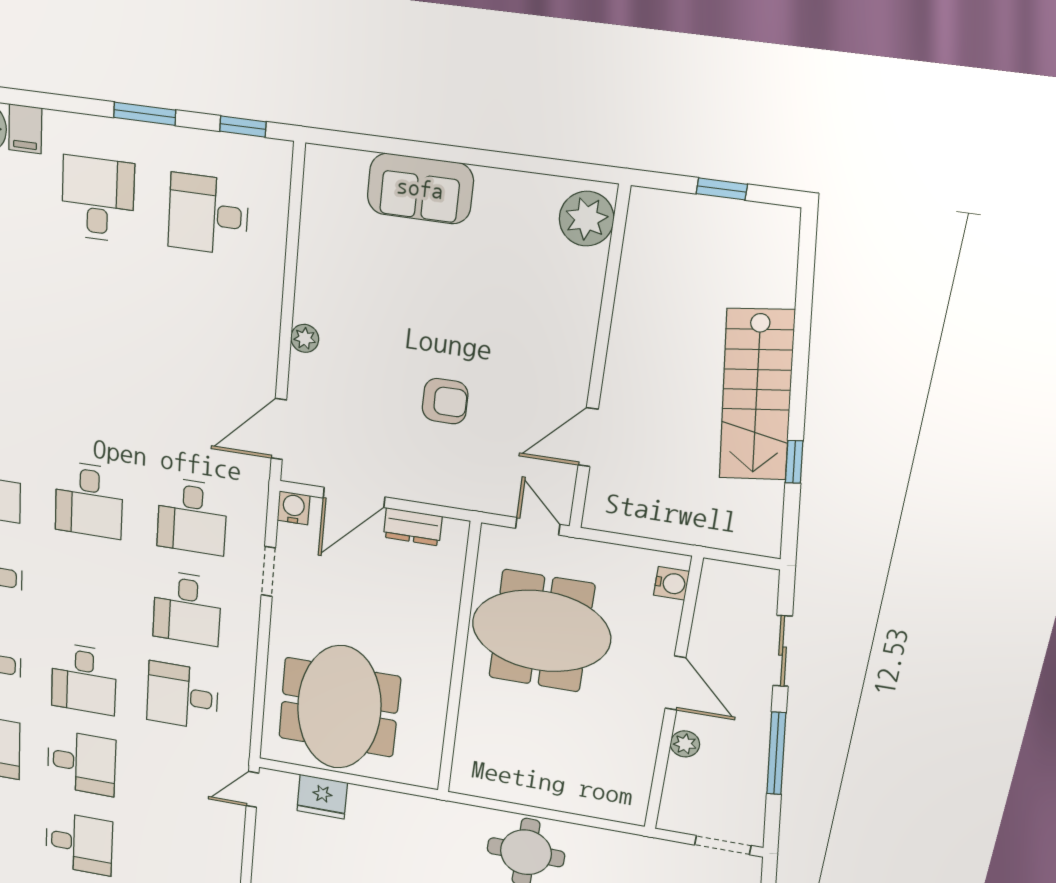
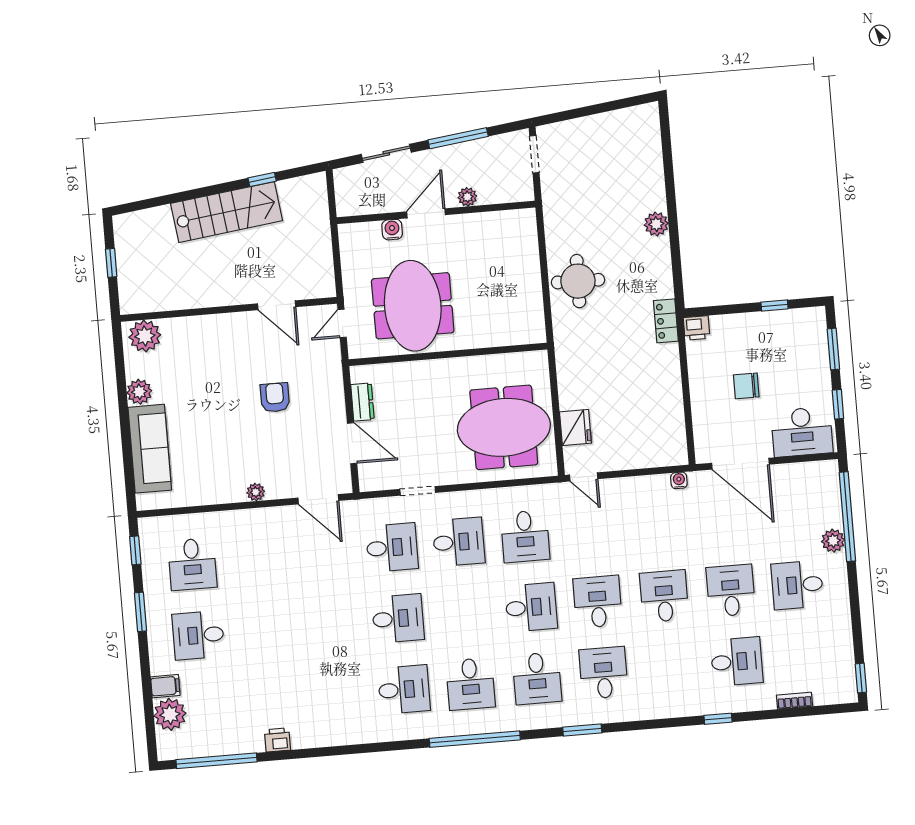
sofa: (420, 189) -> (150, 449), width x1.36
plant: (497, 189) -> (139, 392), added
water cooler: (294, 508) -> (369, 481), removed
water cooler: (671, 583) -> (392, 230), moved

